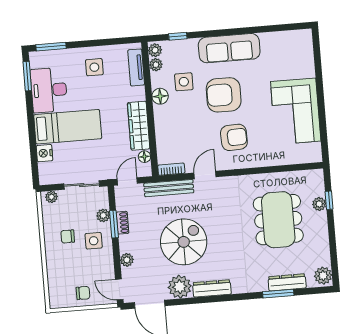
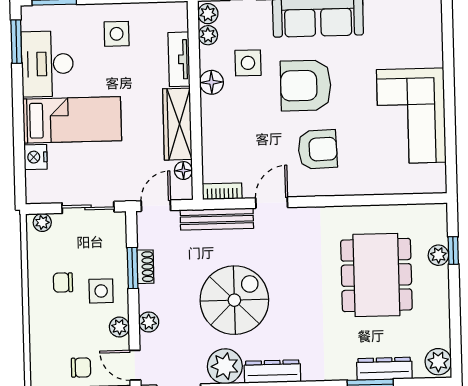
tv unit: (136, 67) -> (179, 59), moved
plant: (103, 215) -> (119, 327), moved

